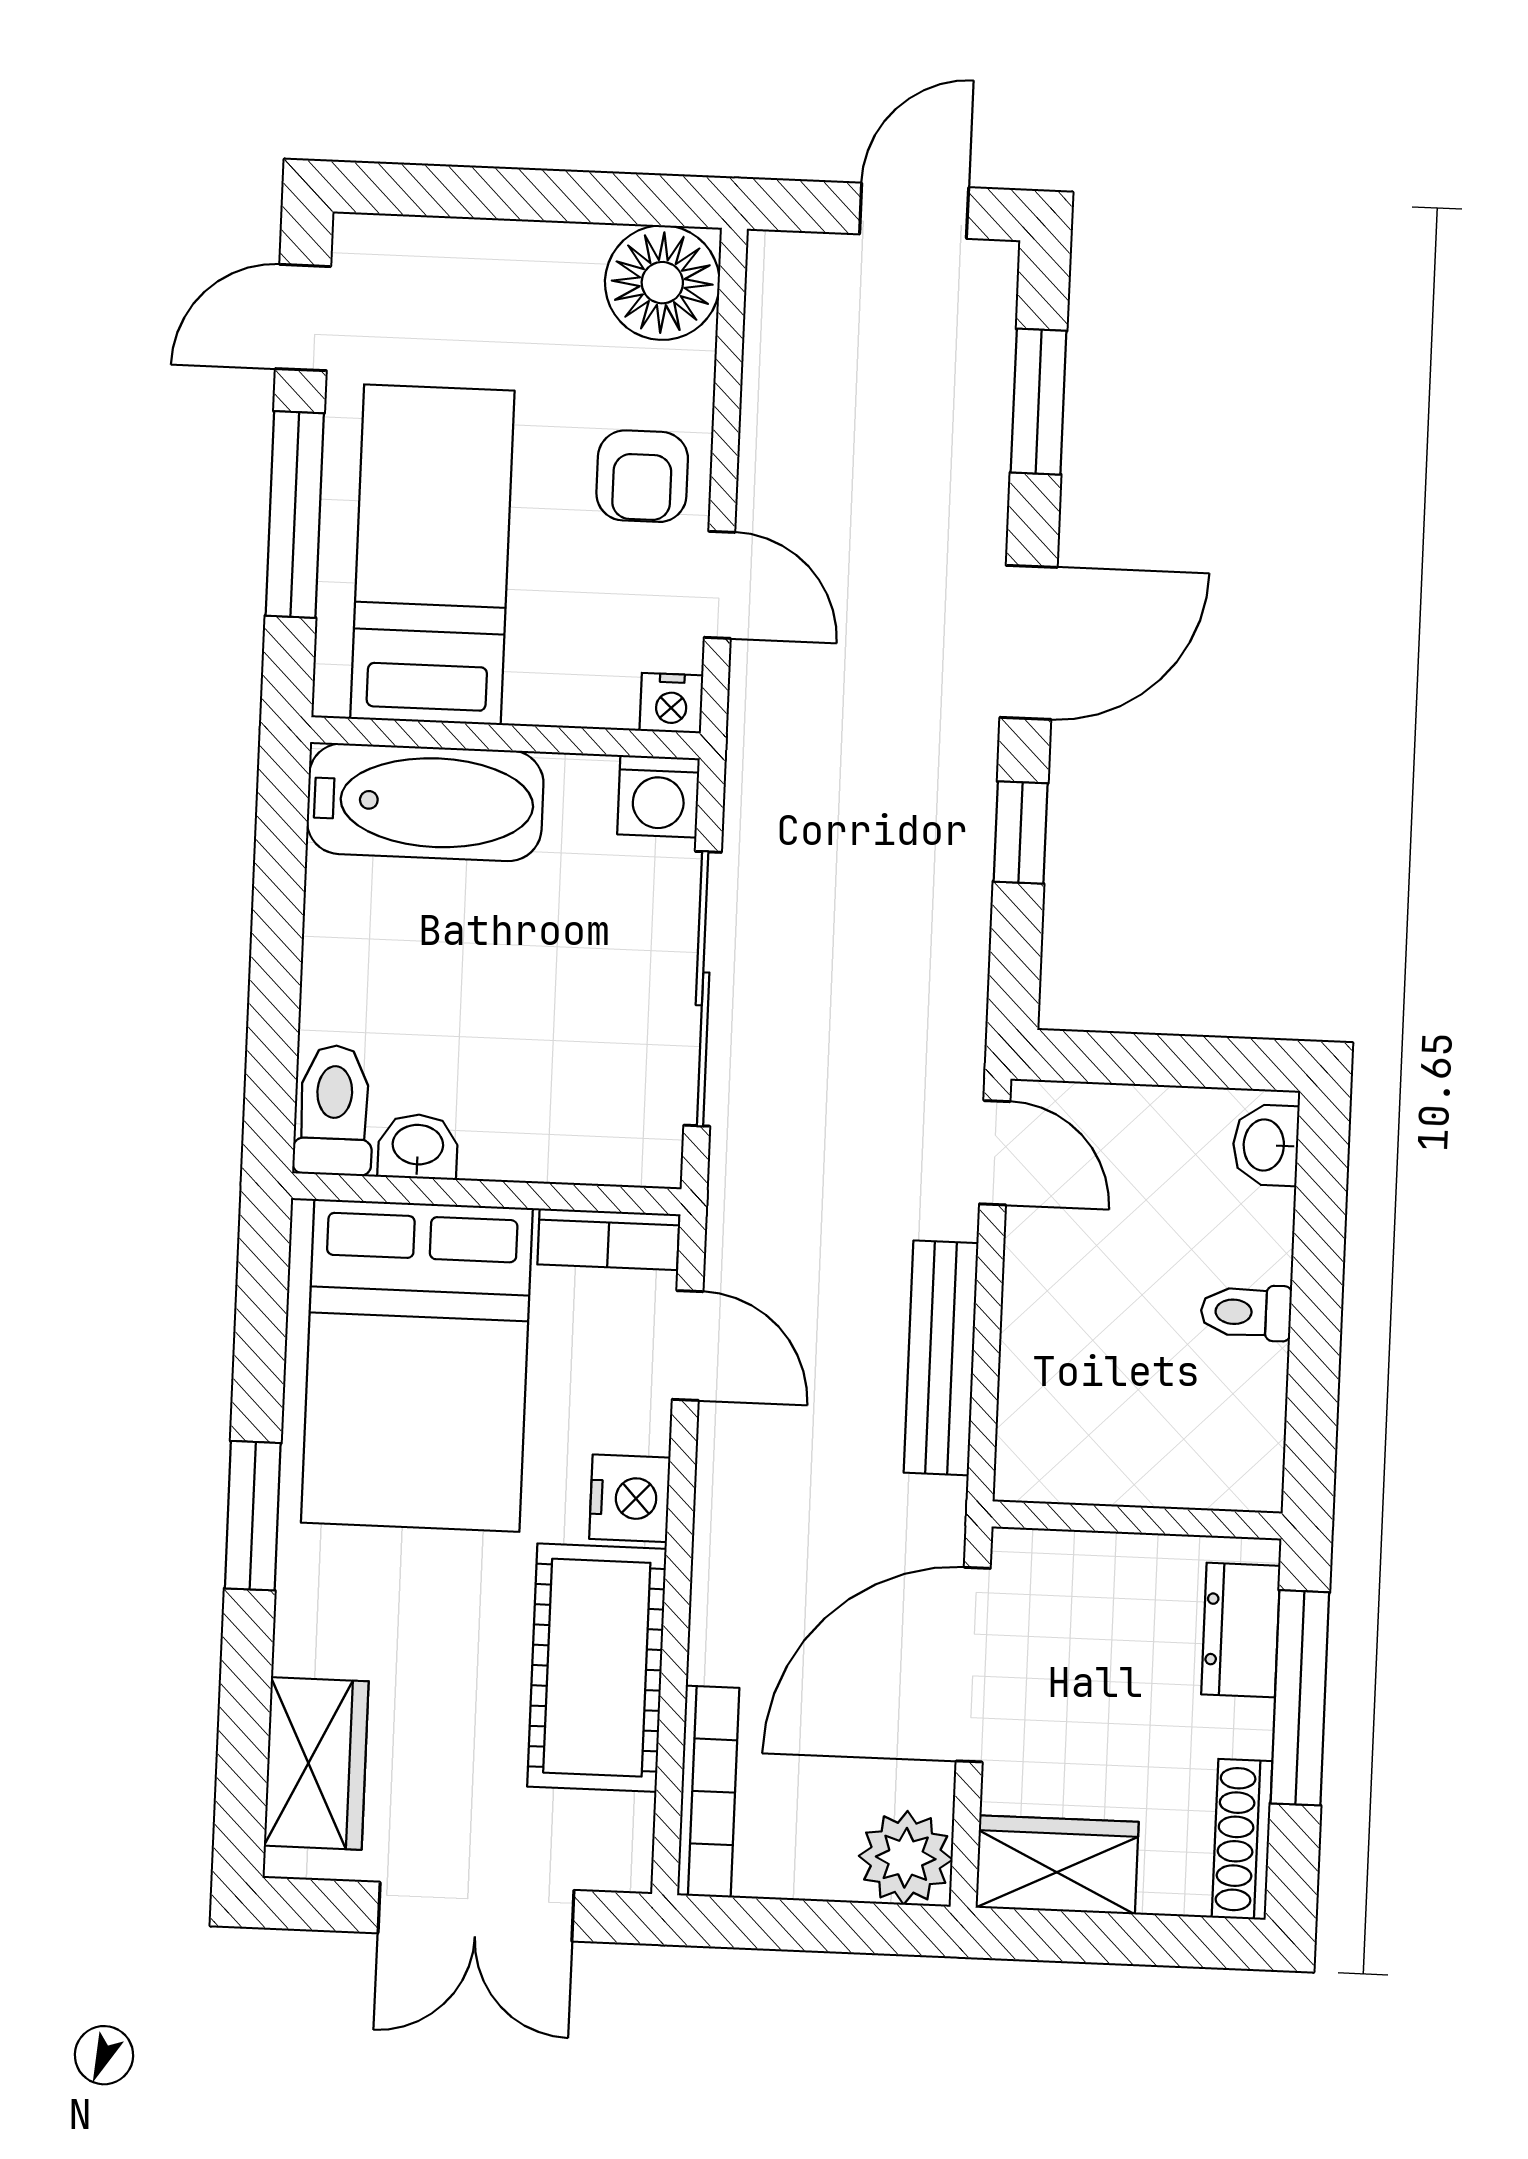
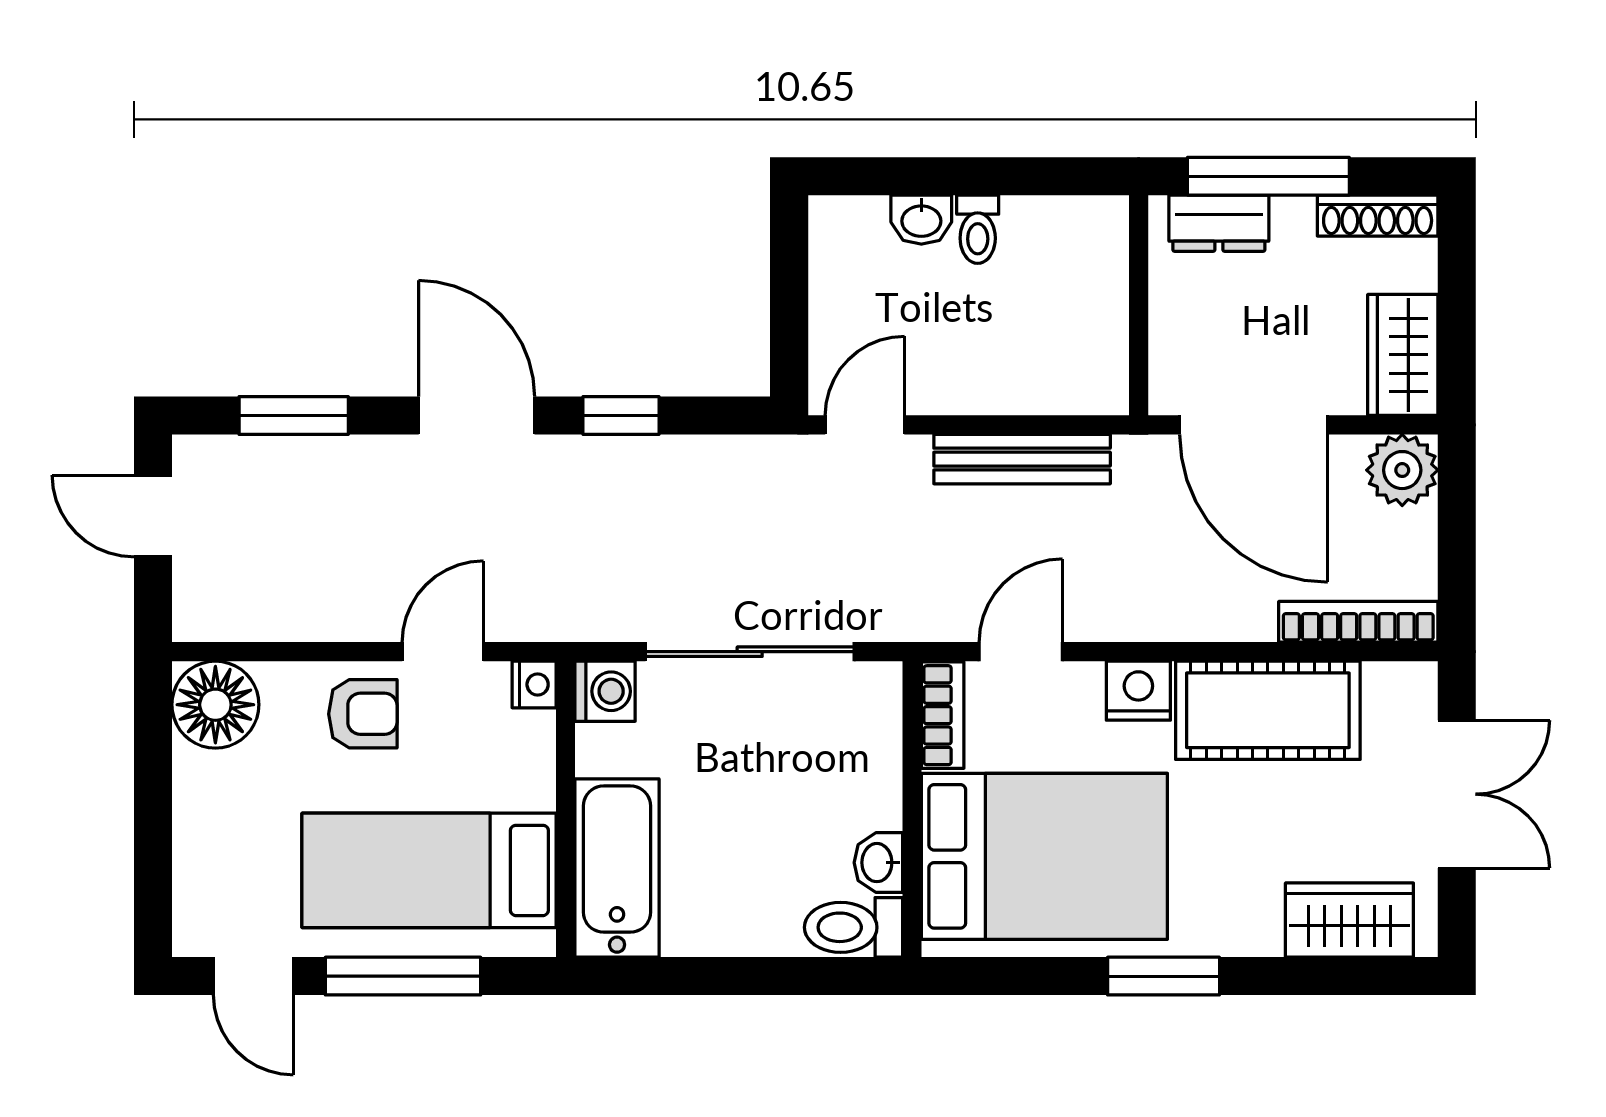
washbasin: (1266, 1145) -> (921, 220), moved

